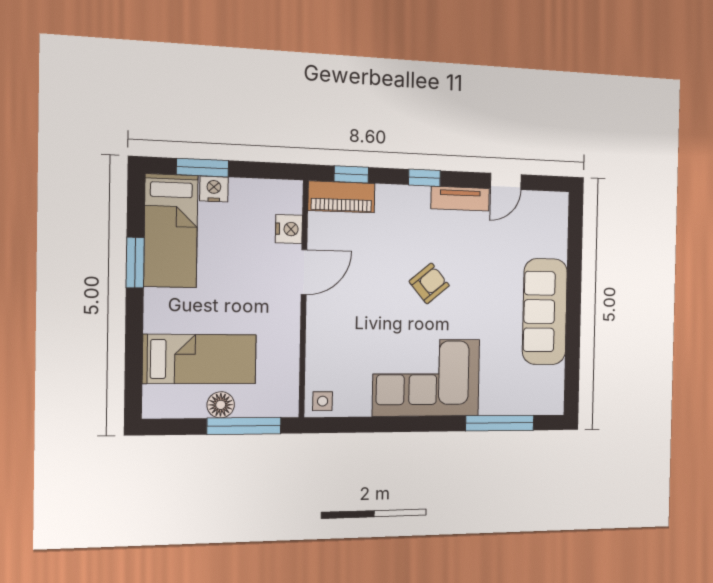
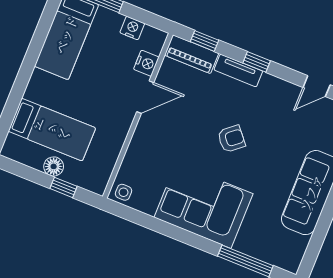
nightstand: (214, 189) -> (132, 28), moved
tv unit: (460, 199) -> (238, 71), moved
window: (135, 263) -> (35, 48), removed
window: (244, 426) -> (64, 187), width x0.46

